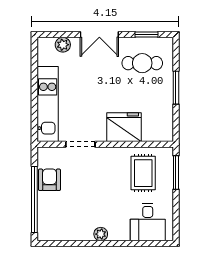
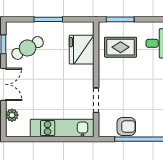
cafe table: (142, 63) -> (28, 48), turned 60
fridge: (124, 127) -> (82, 50), moved
armchair: (49, 180) -> (126, 126), turned 180

